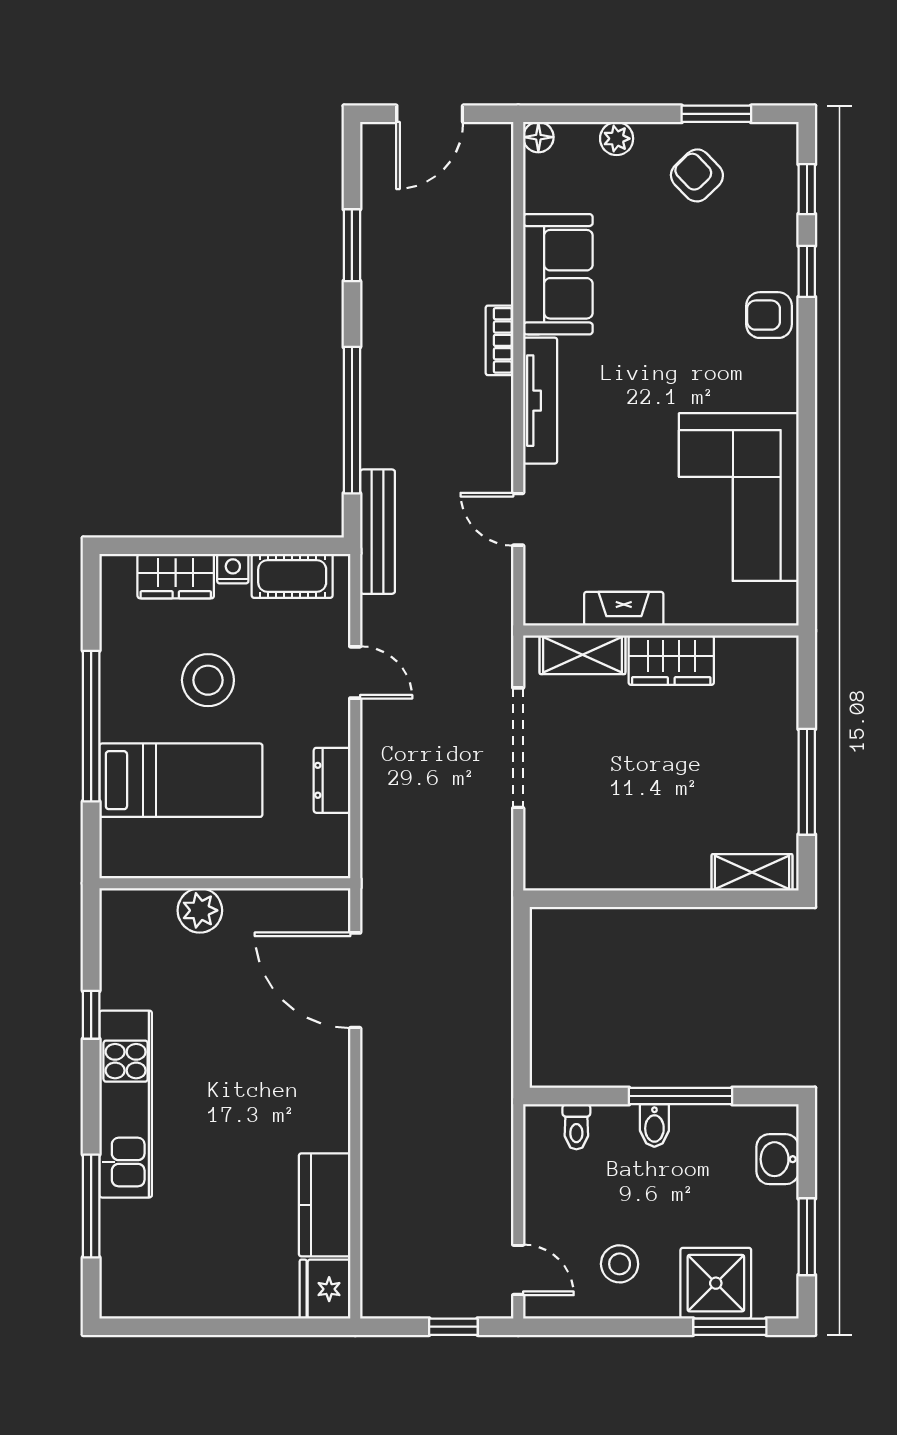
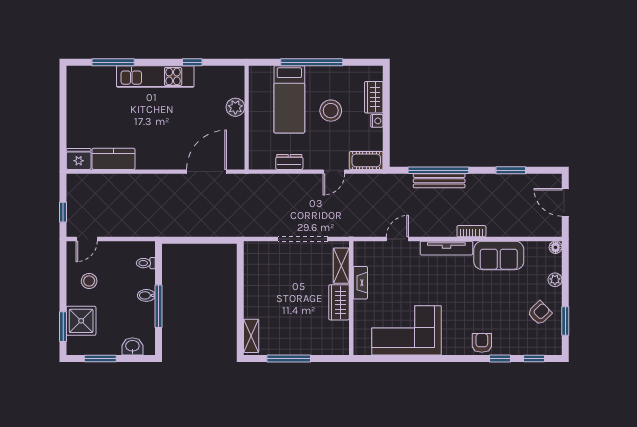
bench: (377, 532) -> (439, 181), moved
cot: (292, 576) -> (366, 160), moved, turned 90

